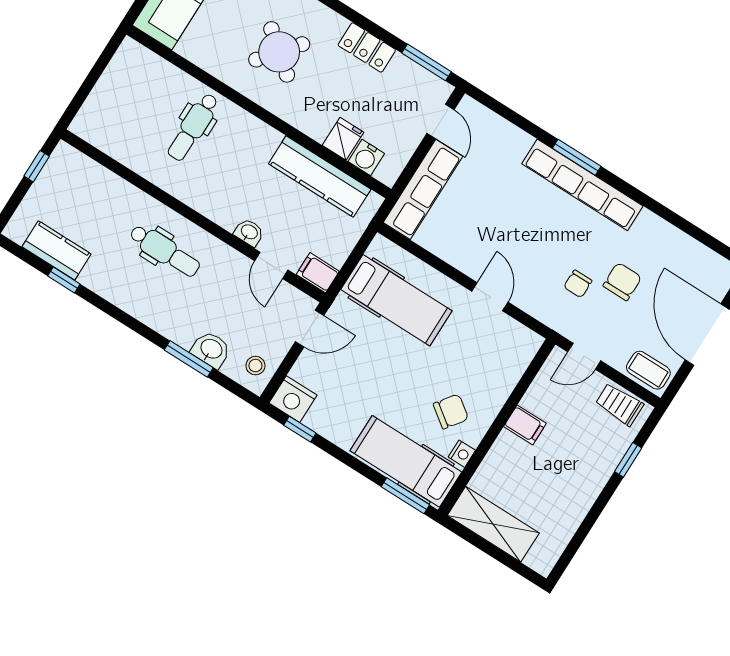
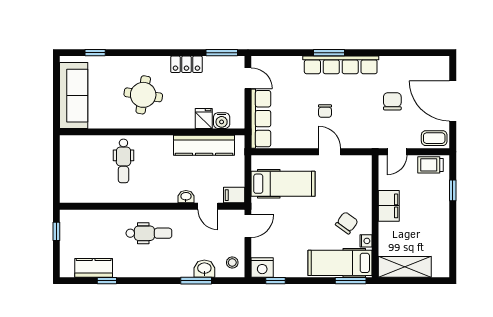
round table: (279, 52) -> (143, 95), turned -30
chair: (578, 284) -> (325, 111), moved
filing cabinet: (525, 425) -> (389, 206), width x2.00

